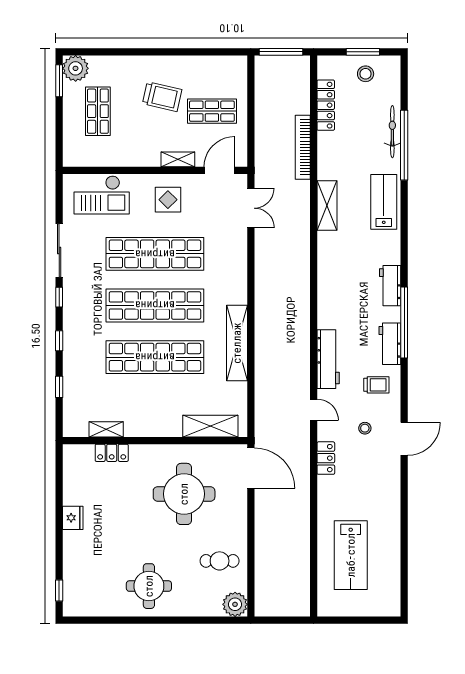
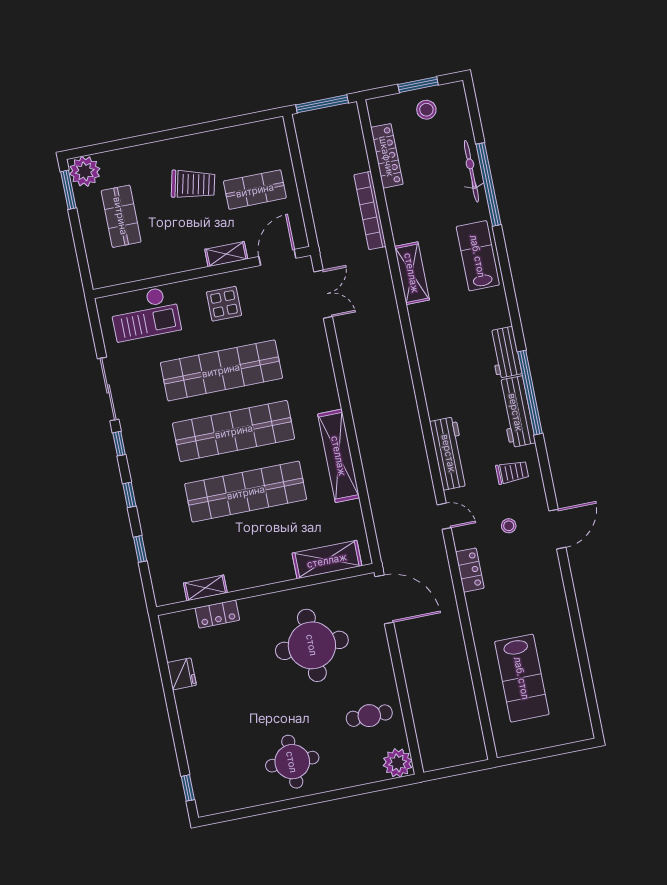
workbench: (390, 344) -> (516, 412), width x1.37
fridge: (73, 518) -> (182, 674), moved

